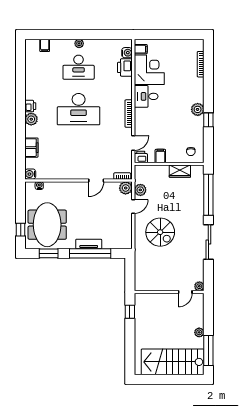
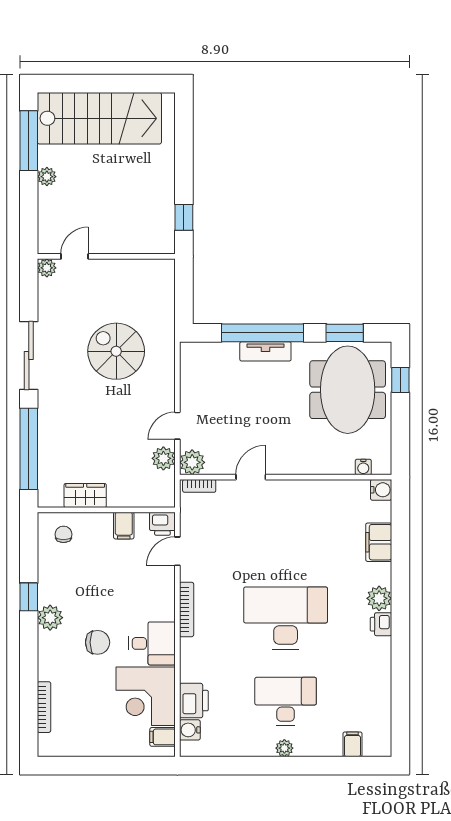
chair: (174, 97) -> (98, 642), added
spiral stairs: (160, 232) -> (116, 351), moved

